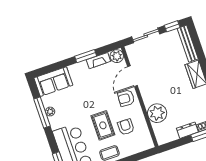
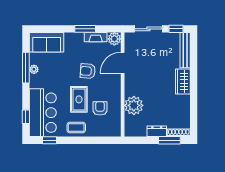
armchair: (126, 98) -> (88, 71), moved

